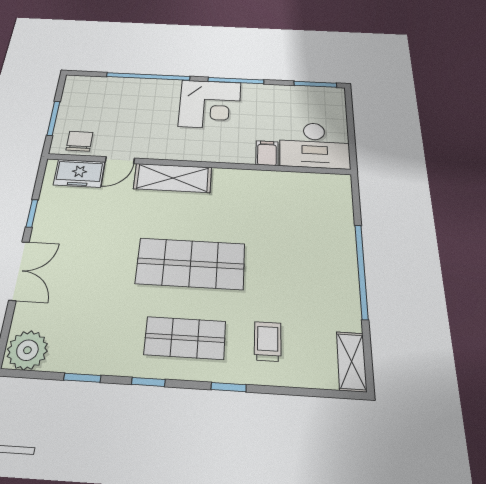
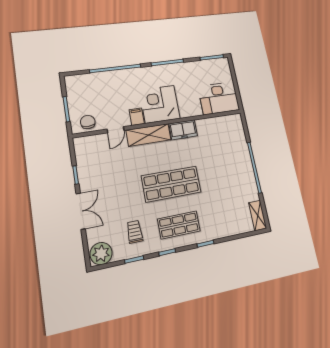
corner desk: (210, 104) -> (160, 104), moved, turned 180
filing cabinet: (267, 153) -> (137, 117), moved
freezer: (79, 173) -> (183, 130), moved
trolley: (268, 341) -> (135, 232), moved

